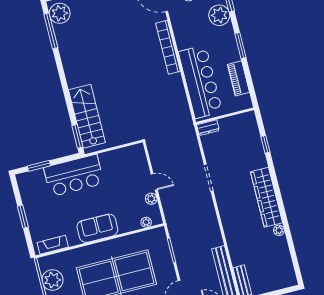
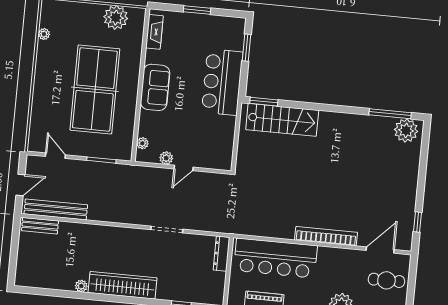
dresser: (208, 128) -> (222, 254), width x1.44

